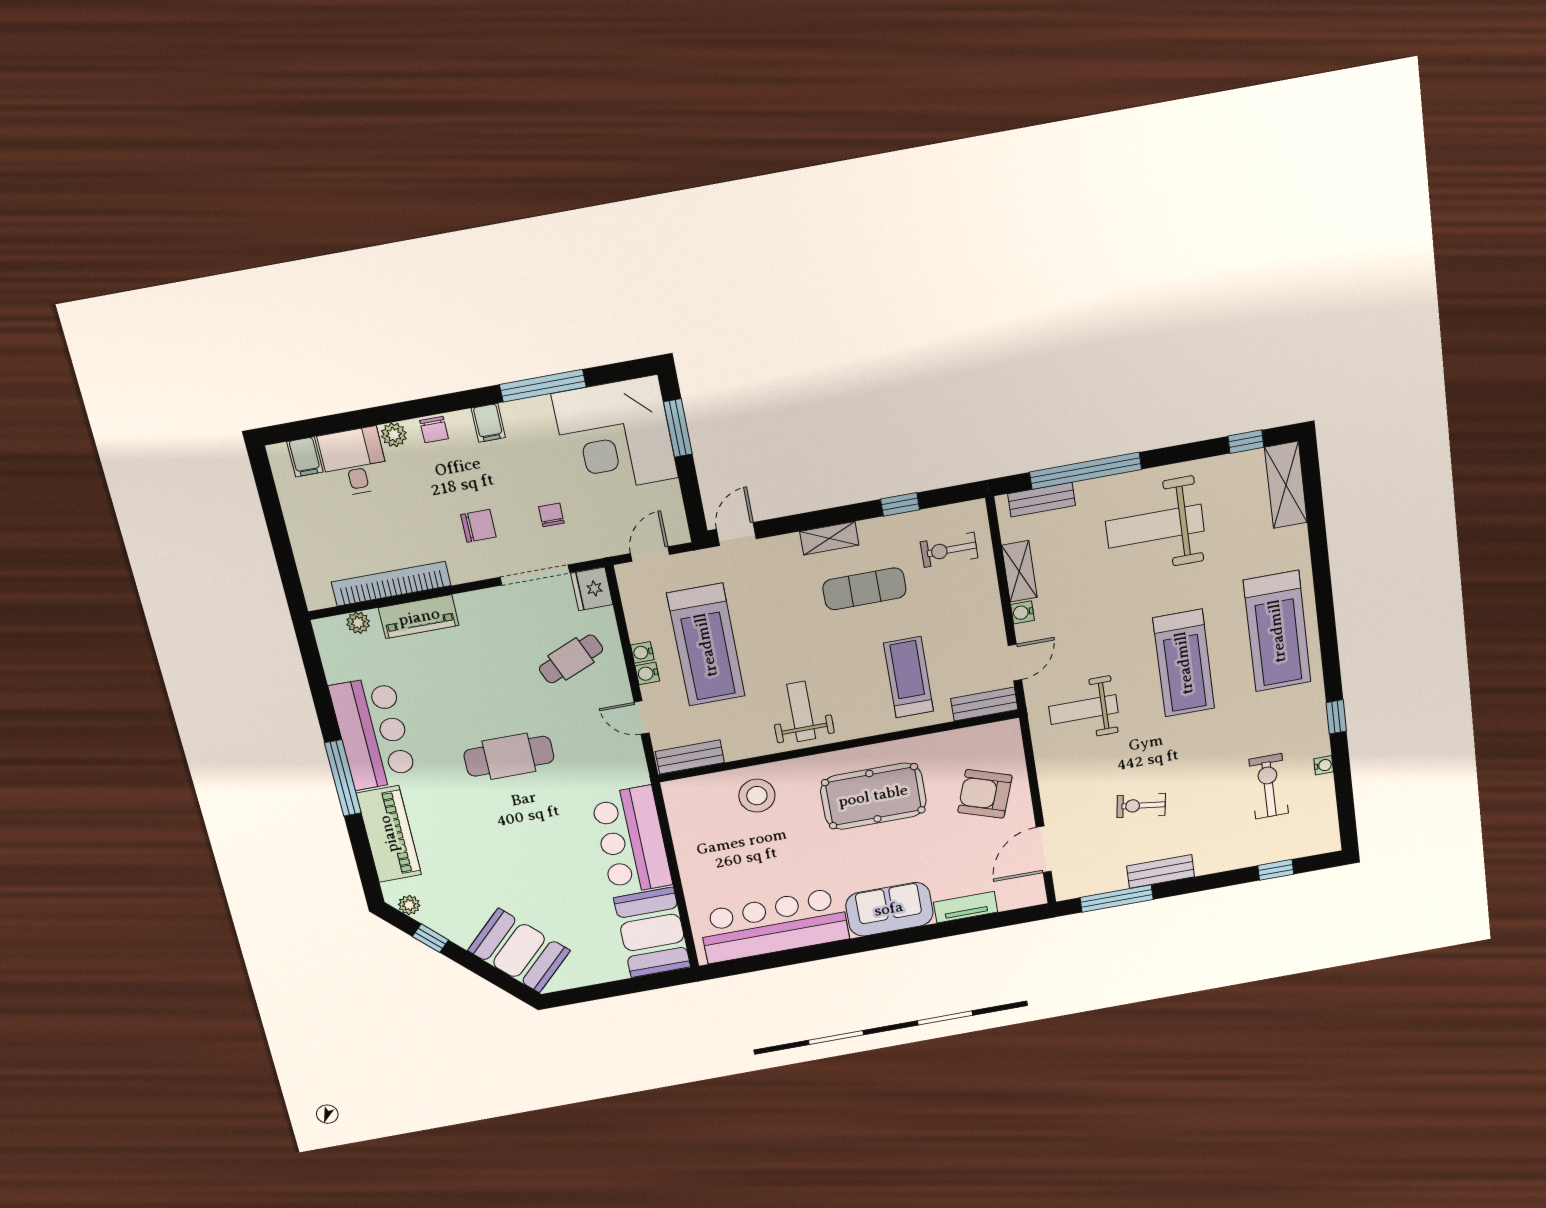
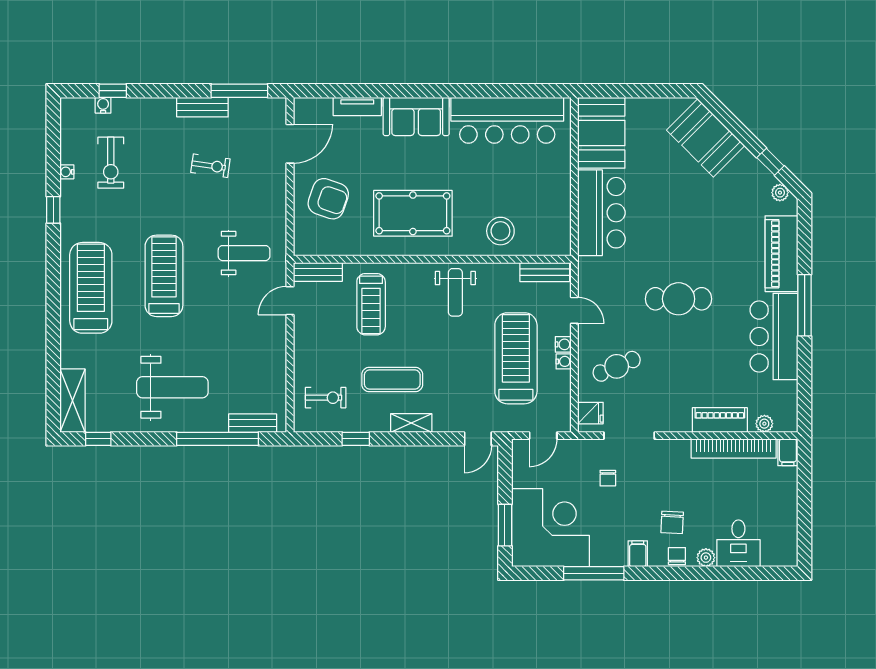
filing cabinet: (305, 457) -> (788, 452), moved, turned 180
chair: (478, 526) -> (672, 522), moved, turned -87
shelving: (1019, 571) -> (277, 371), removed
fridge: (592, 589) -> (590, 413), width x0.72
water cooler: (1022, 612) -> (103, 105), moved, turned -90

